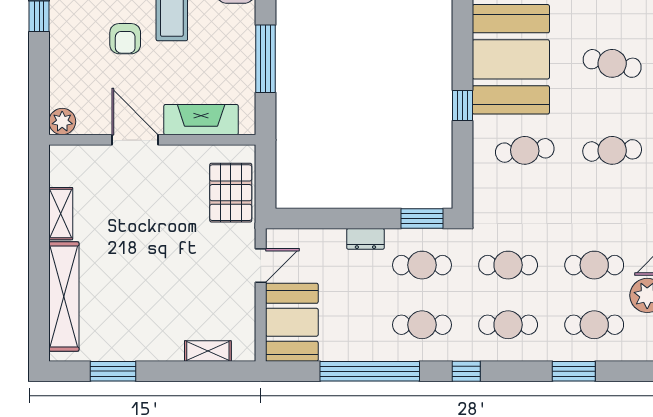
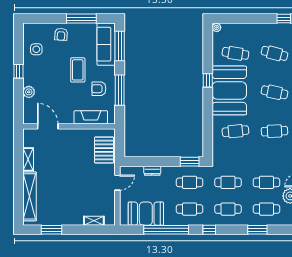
armchair: (125, 39) -> (99, 89), moved, turned 90
window: (463, 105) -> (208, 80), moved
plant: (62, 122) -> (29, 92), moved
door: (135, 140) -> (48, 126), moved
dresser: (365, 239) -> (152, 171), moved
booth: (292, 322) -> (146, 214), moved, turned 90

